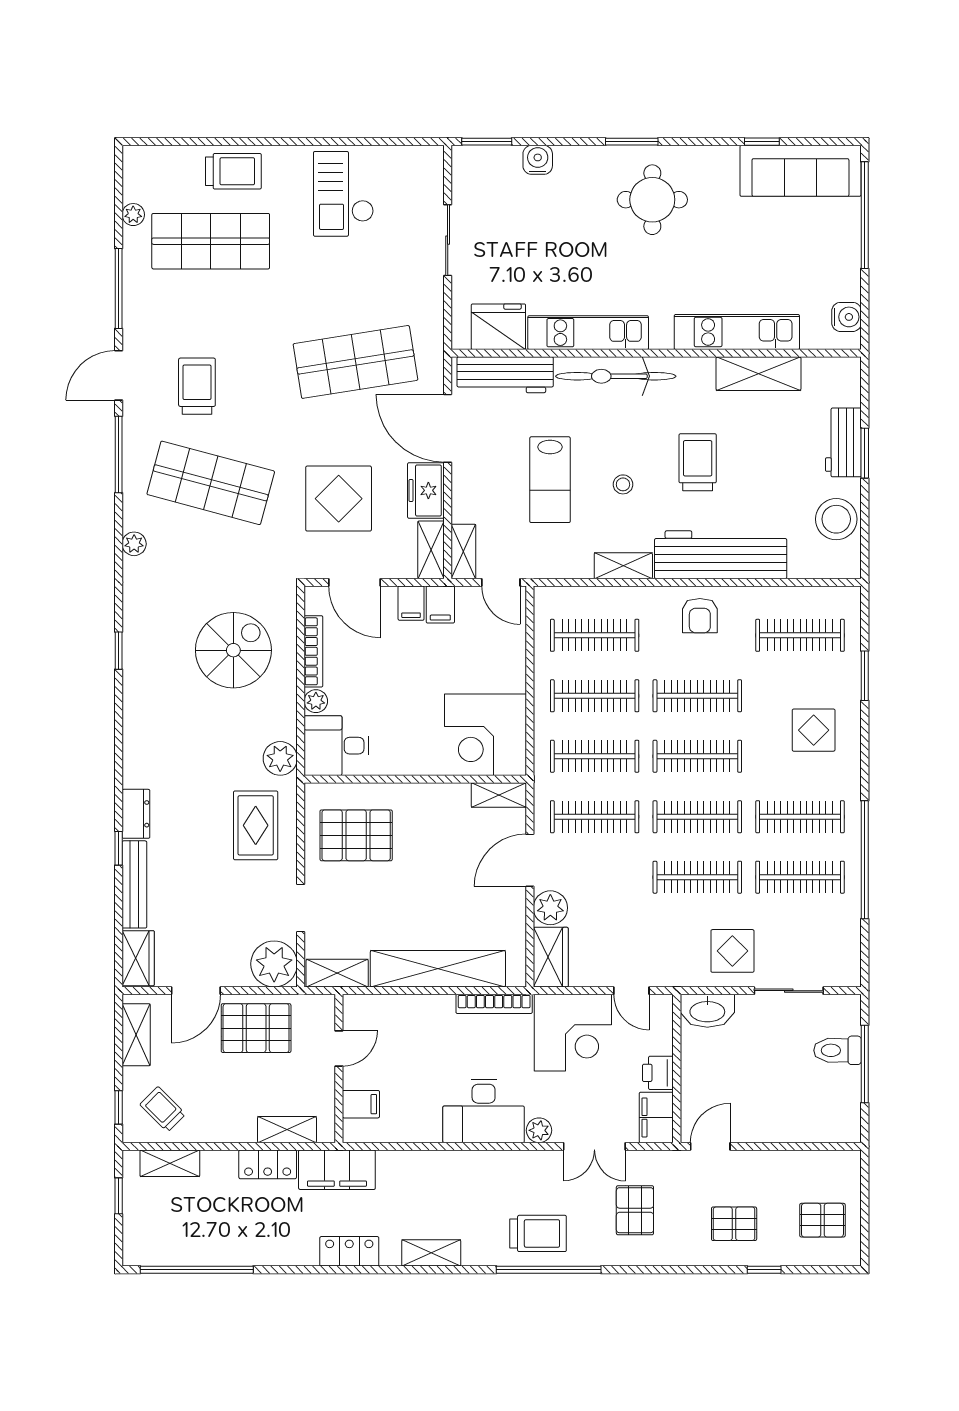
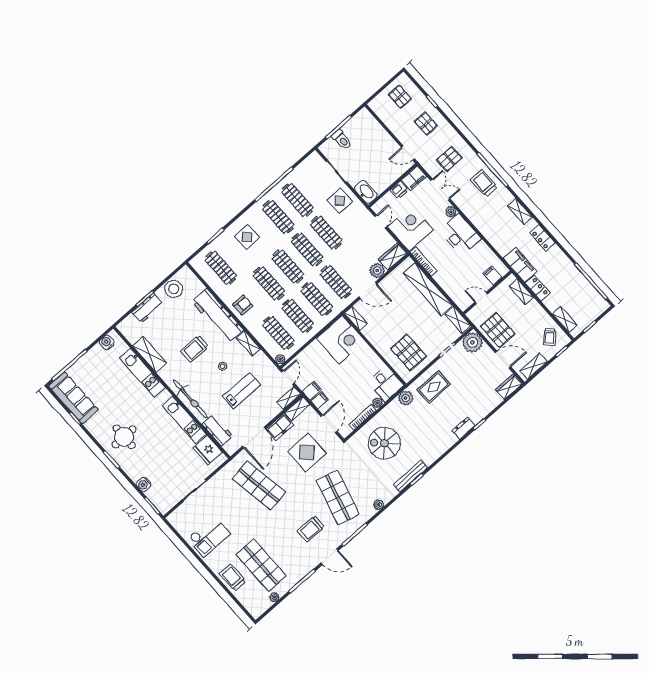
workbench: (505, 375) -> (217, 430), width x0.73
plant: (545, 597) -> (280, 359), added
bench: (134, 884) -> (411, 476), moved

